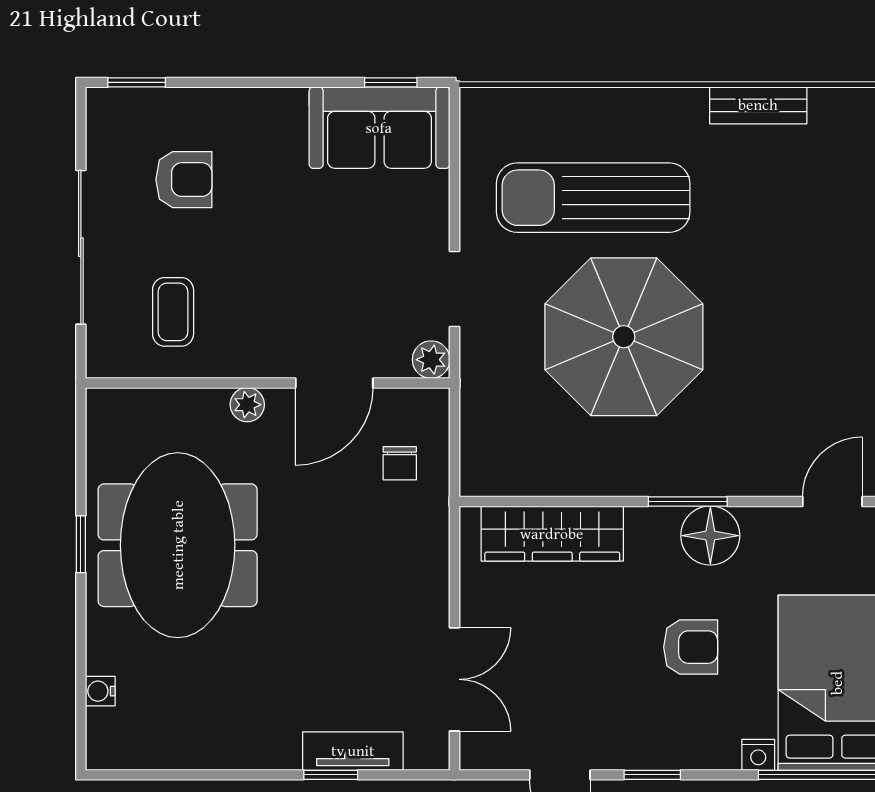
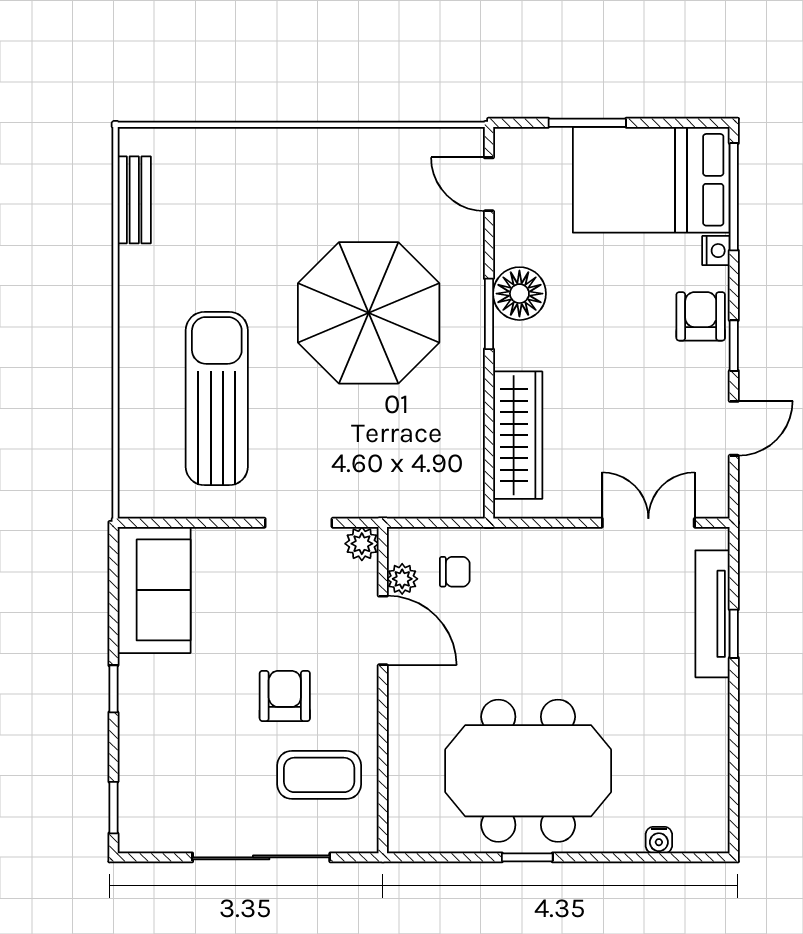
window: (391, 82) -> (113, 689), moved
bench: (758, 105) -> (134, 200), moved
armchair: (184, 180) -> (285, 696), moved
sun lounger: (593, 198) -> (217, 399), turned 180
coffee table: (173, 312) -> (319, 775), width x1.36, depth x1.30
parasol: (624, 337) -> (369, 313), moved
plant: (247, 405) -> (402, 579), moved
armchair: (691, 647) -> (701, 316), moved
tv unit: (353, 751) -> (713, 614), width x1.41

